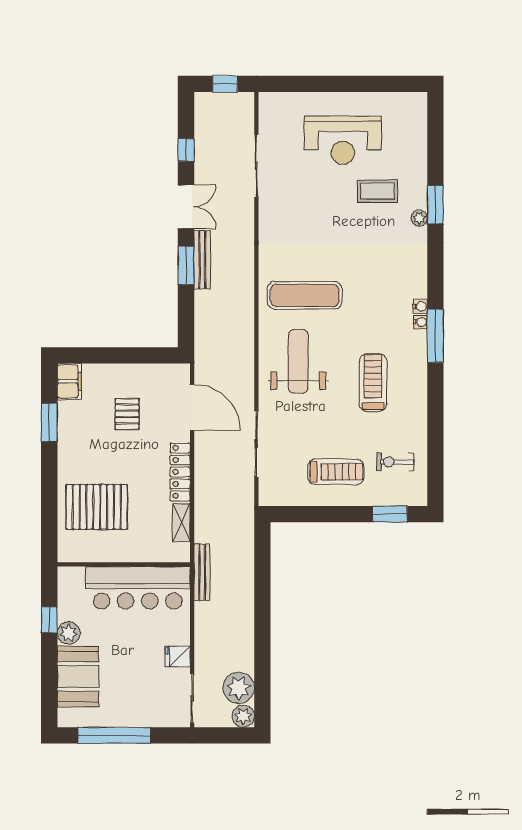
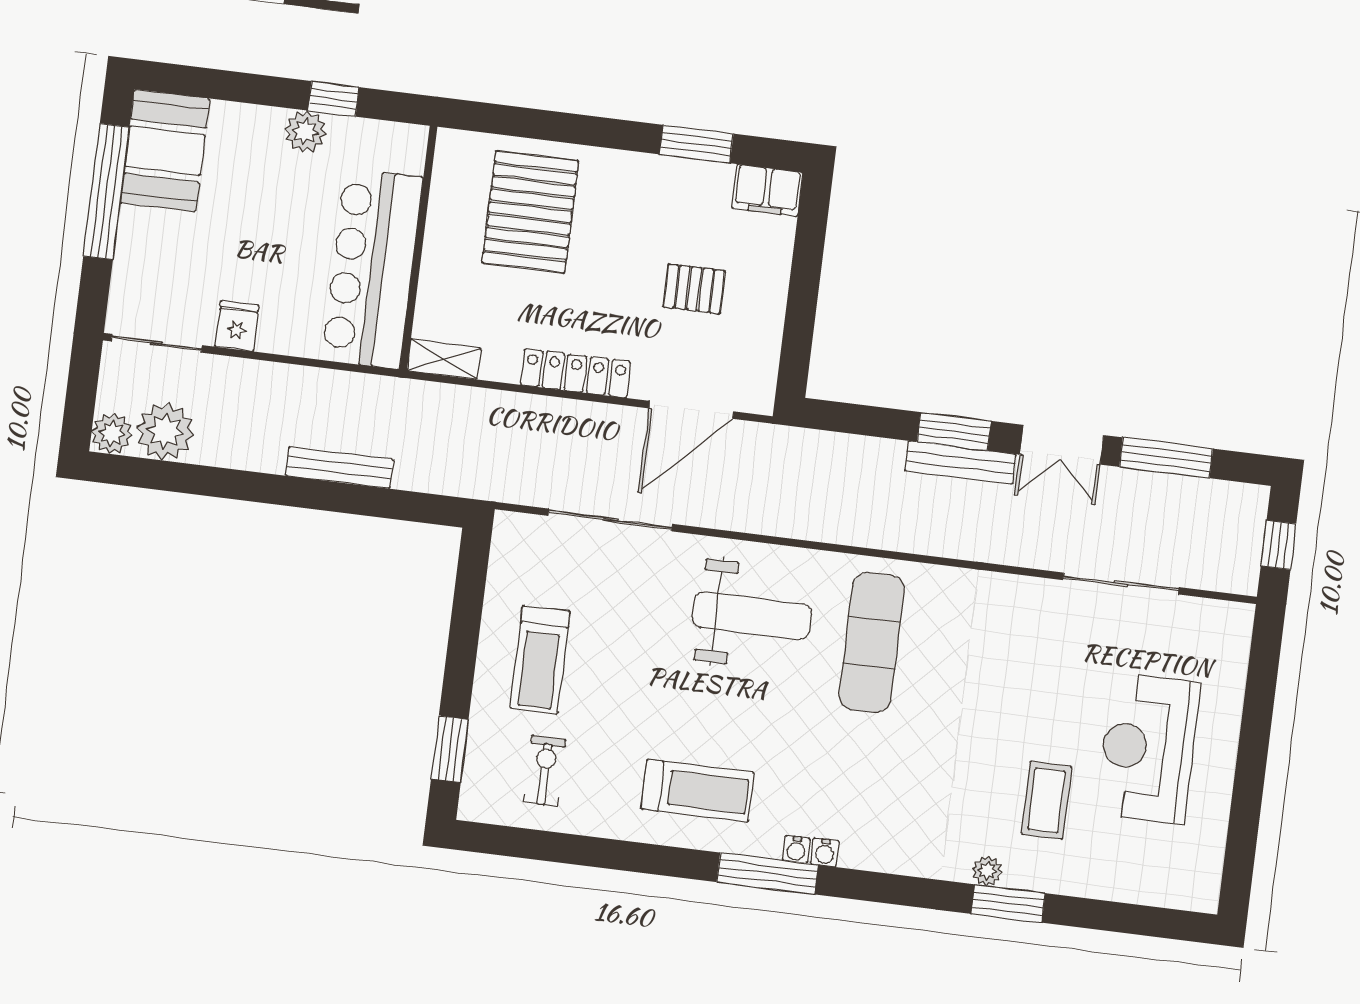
window: (186, 150) -> (1166, 458), width x2.17
treadmill: (373, 383) -> (697, 791), moved
shelving: (181, 523) -> (444, 359), moved
bench: (202, 572) -> (339, 468), moved
booth: (78, 676) -> (165, 151), moved, turned 90

